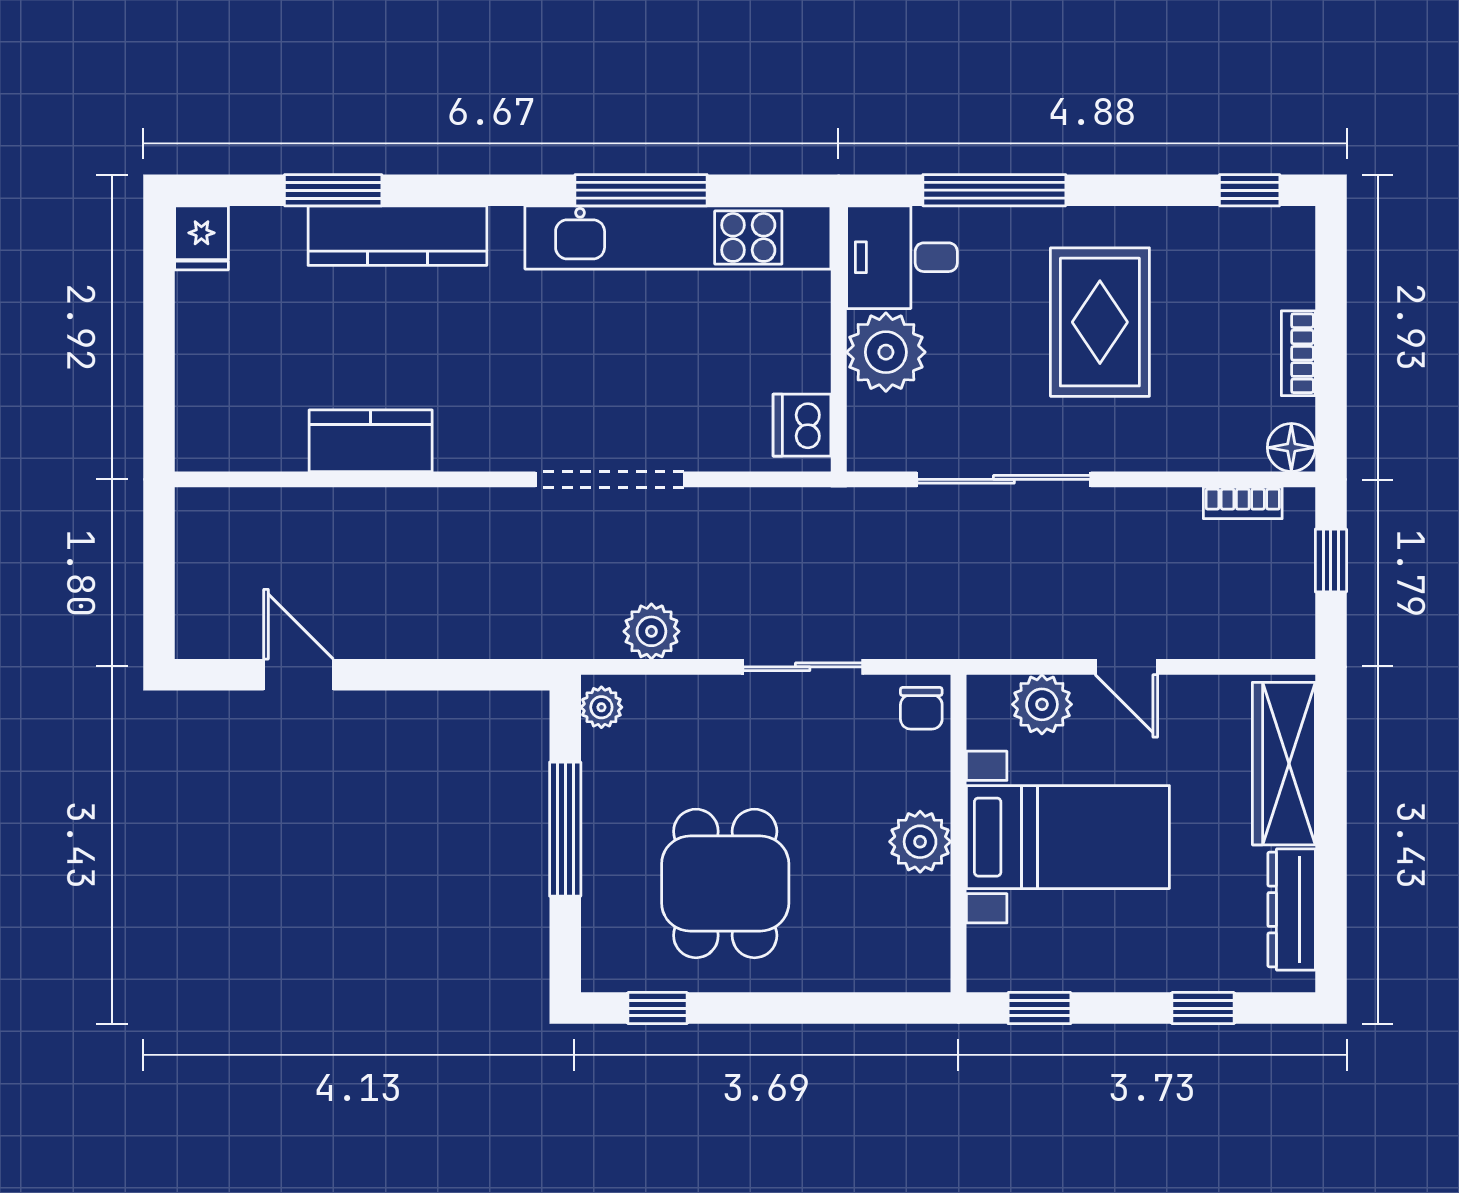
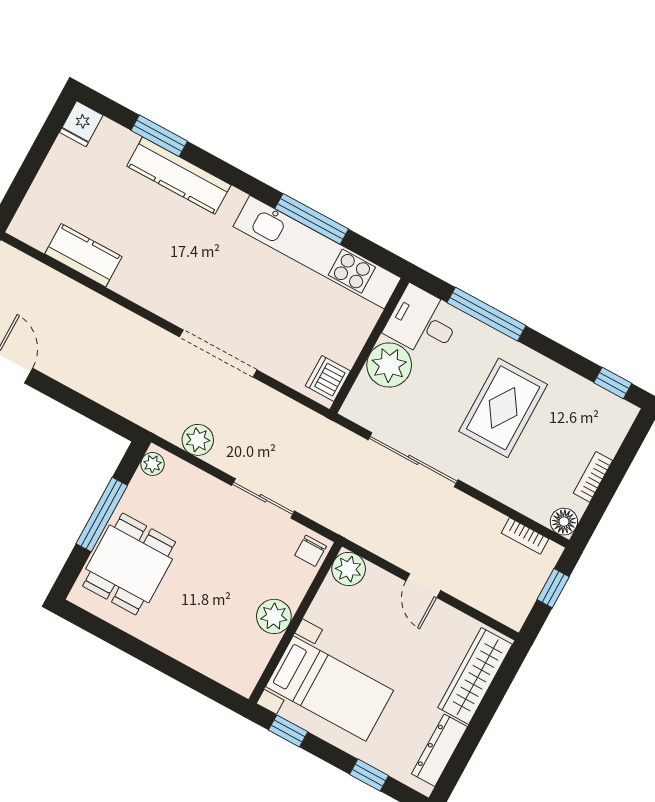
kitchen counter: (371, 441) -> (83, 255), moved
plant: (1042, 704) -> (349, 569), moved
bed with nightstands: (1068, 837) -> (330, 688), moved
dining table: (725, 883) -> (129, 564), moved
window: (658, 1008) -> (99, 628), removed

